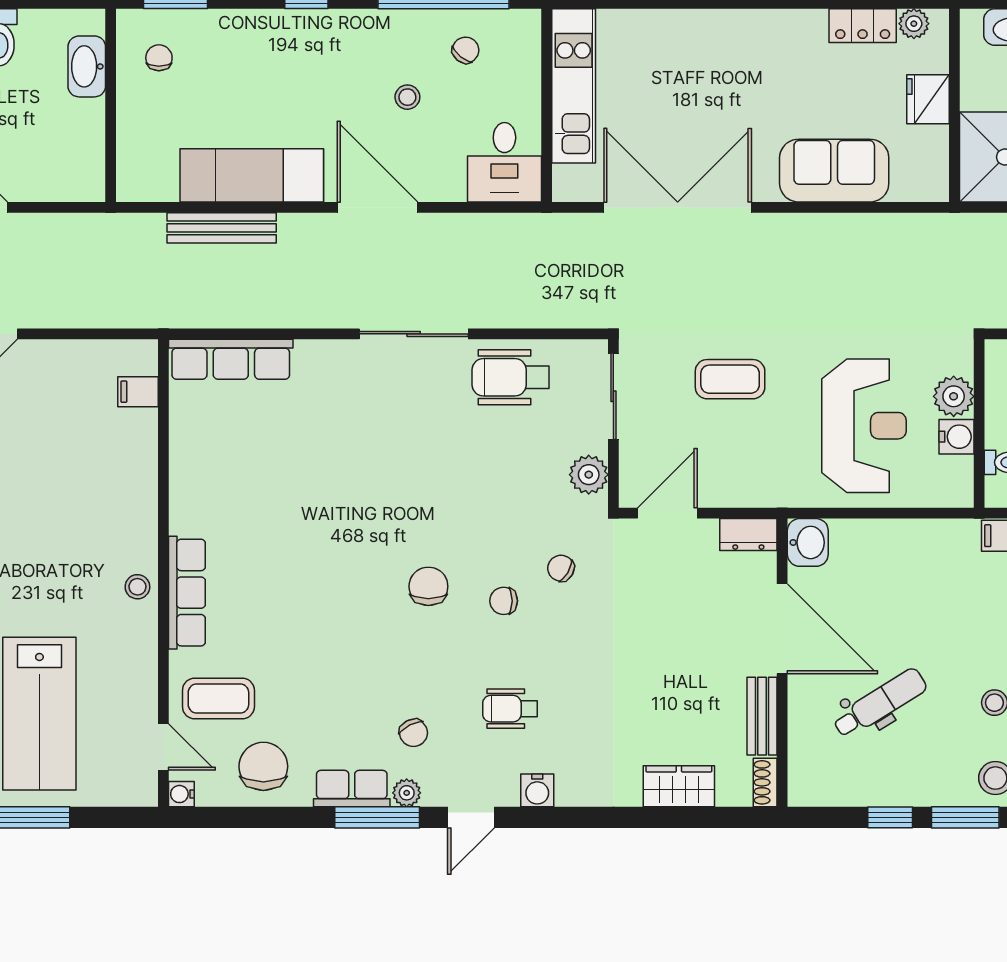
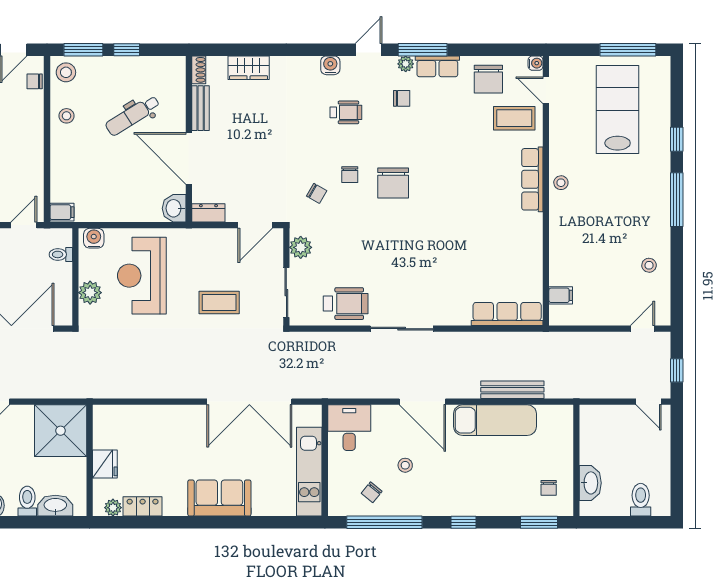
sofa: (834, 171) -> (219, 498), moved, turned 180
water cooler: (956, 437) -> (94, 238), moved, turned 90
chair: (428, 586) -> (393, 183), width x1.37, depth x1.37
chair: (504, 601) -> (350, 175), turned 90
chair: (413, 733) -> (402, 98), turned 117

